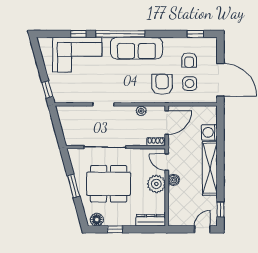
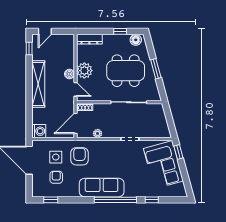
corner sofa: (77, 55) -> (163, 165), moved, turned -105
armchair: (162, 84) -> (80, 156), turned 180
washing machine: (209, 132) -> (39, 131), moved

